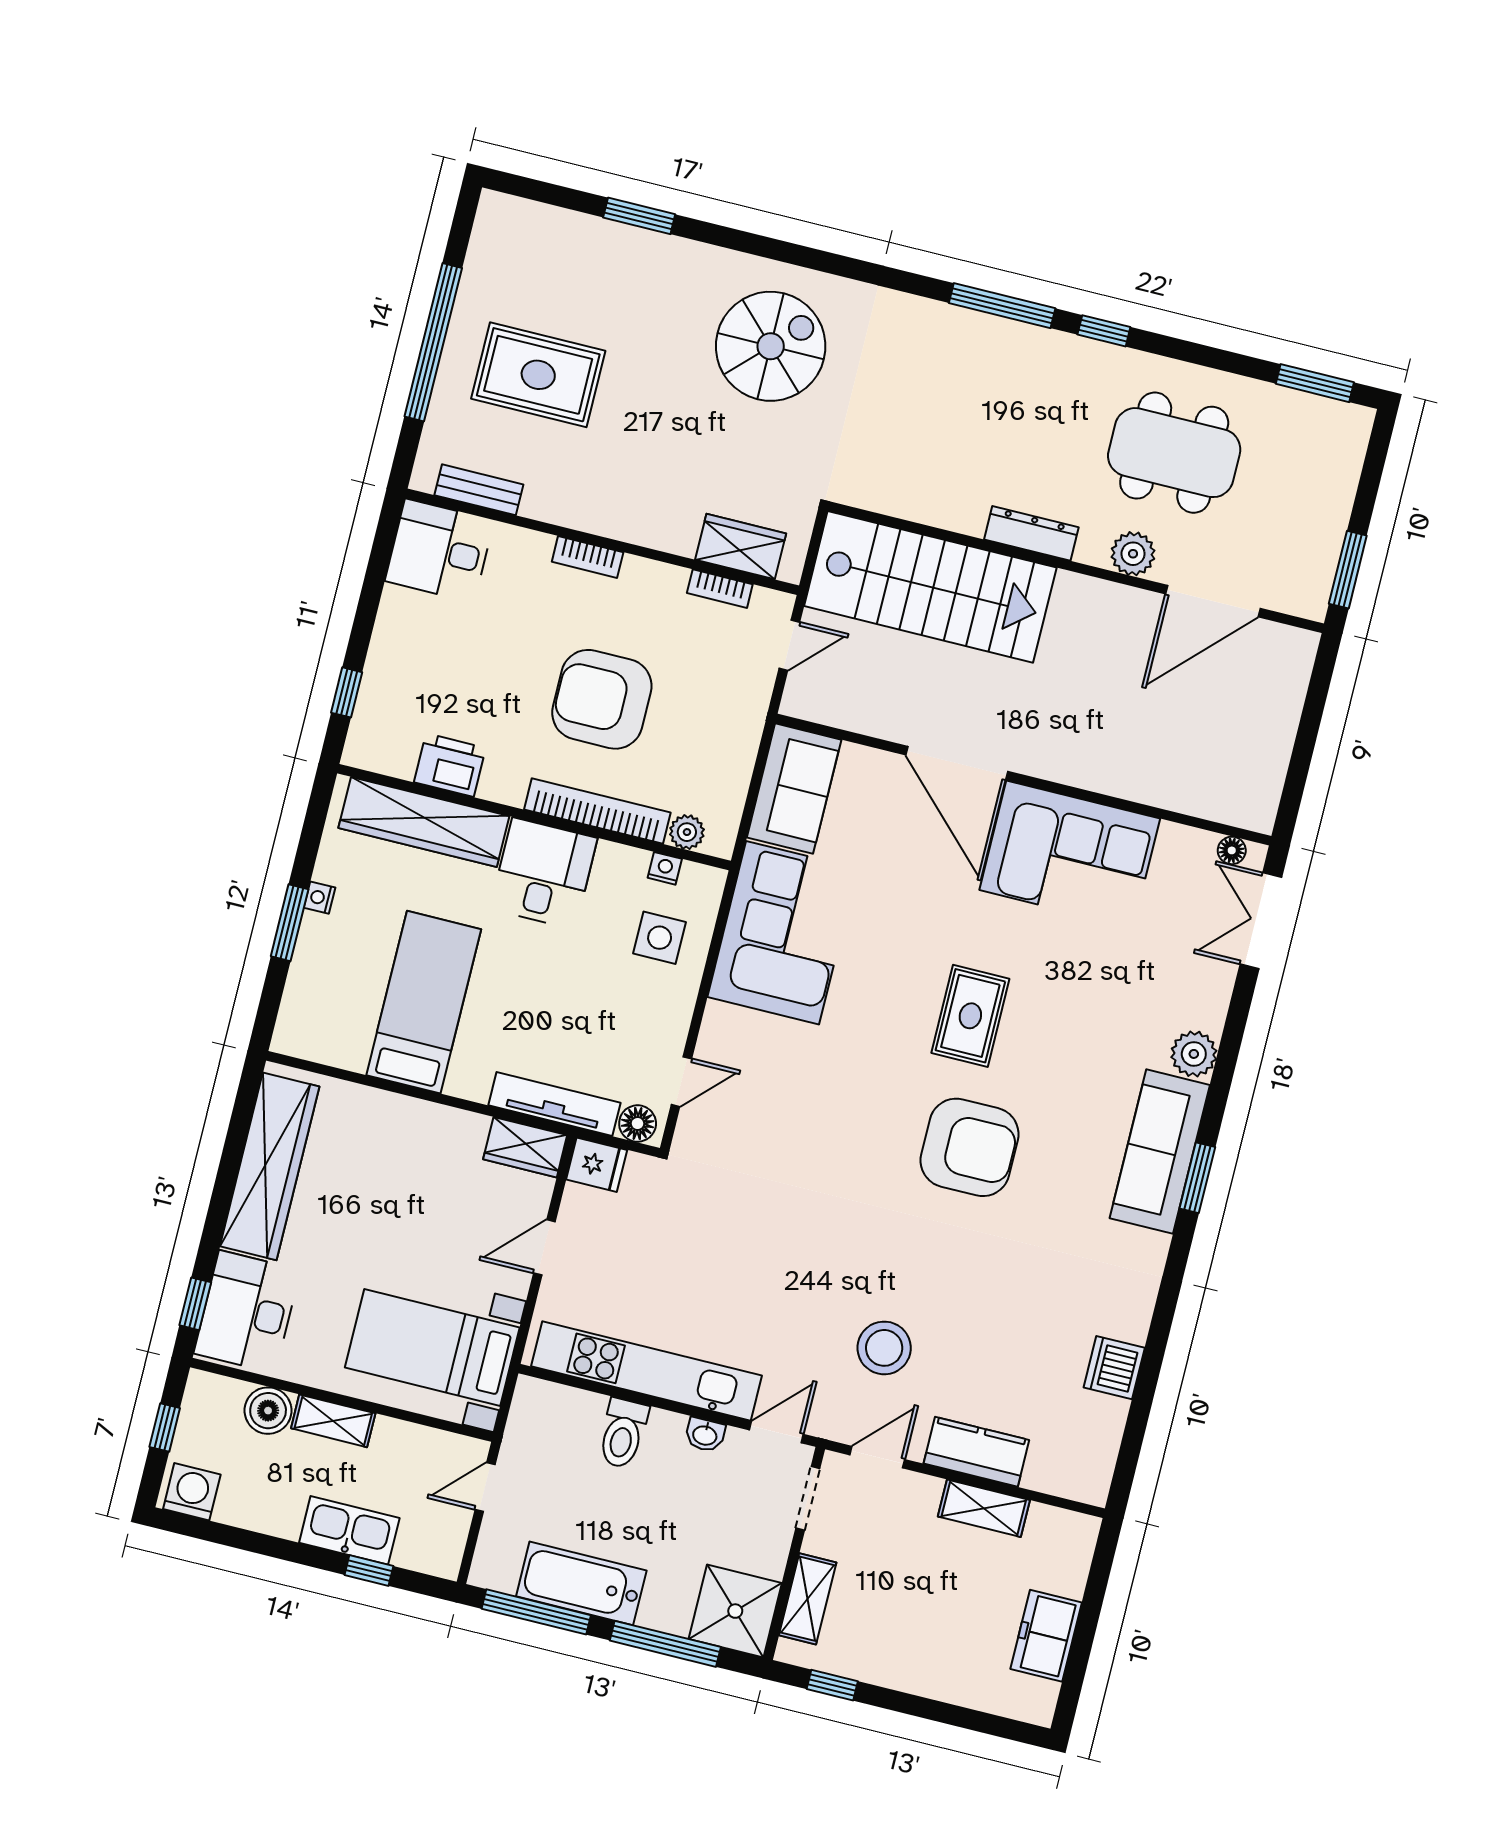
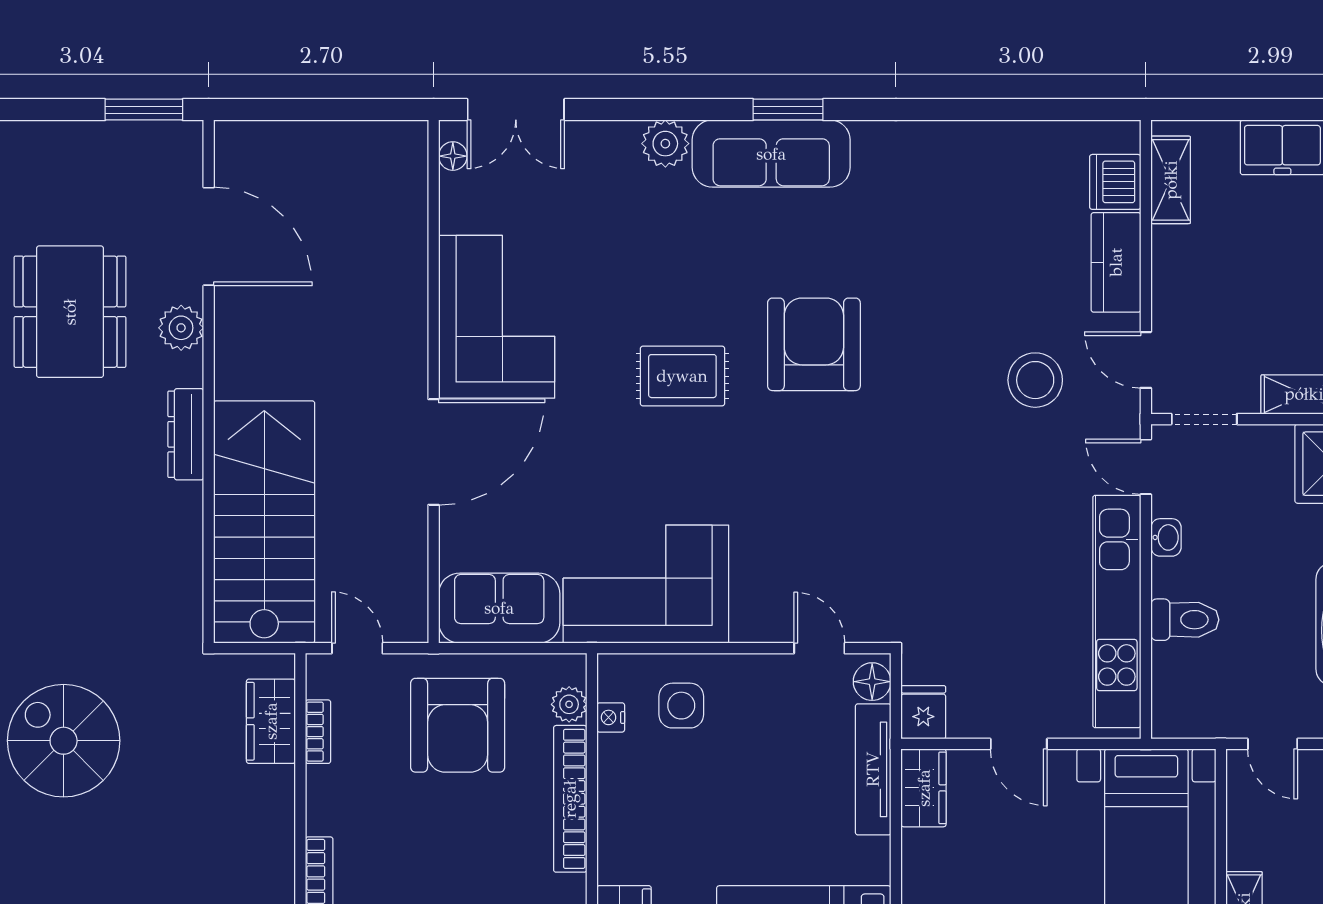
armchair: (602, 699) -> (458, 725), moved
desk: (544, 873) -> (646, 837), removed
dishwasher: (1114, 1368) -> (1115, 182), moved, turned 90
shelving: (984, 1508) -> (1171, 180), moved

